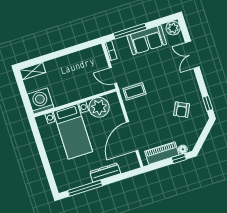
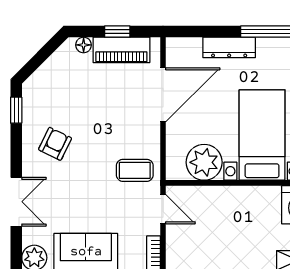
armchair: (182, 110) -> (55, 144), moved
window: (179, 158) -> (117, 32), moved

